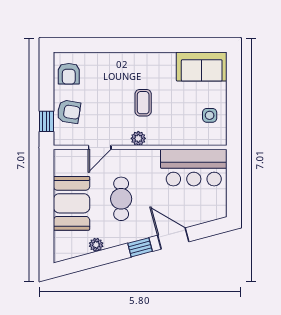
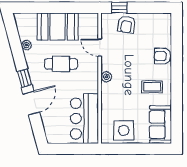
armchair: (69, 74) -> (162, 56), moved
coffee table: (143, 103) -> (152, 87), moved
side table: (210, 115) -> (124, 130), width x1.87, depth x1.87

